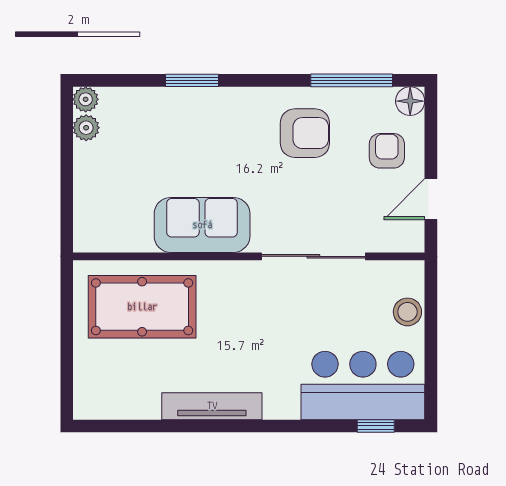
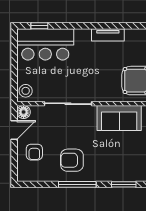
window: (352, 80) -> (77, 184), moved
floor lamp: (410, 101) -> (24, 112), moved
stool: (407, 312) -> (26, 91), moved
tv unit: (212, 406) -> (108, 35), width x0.71

